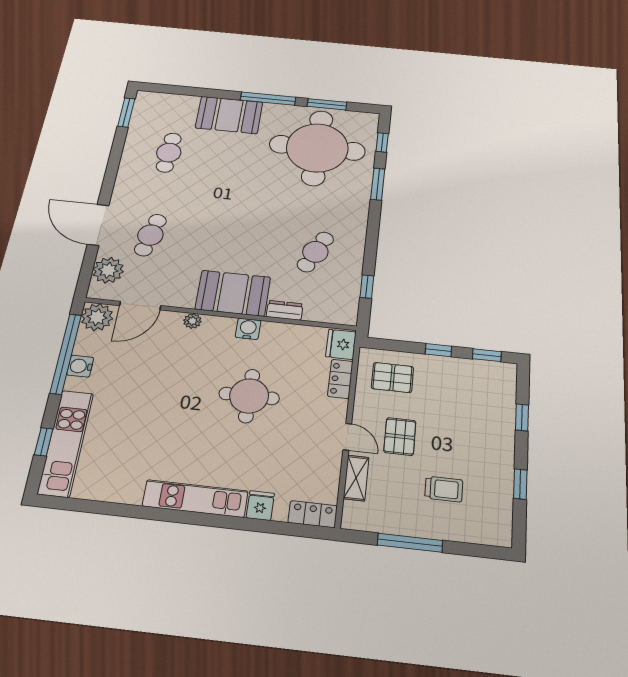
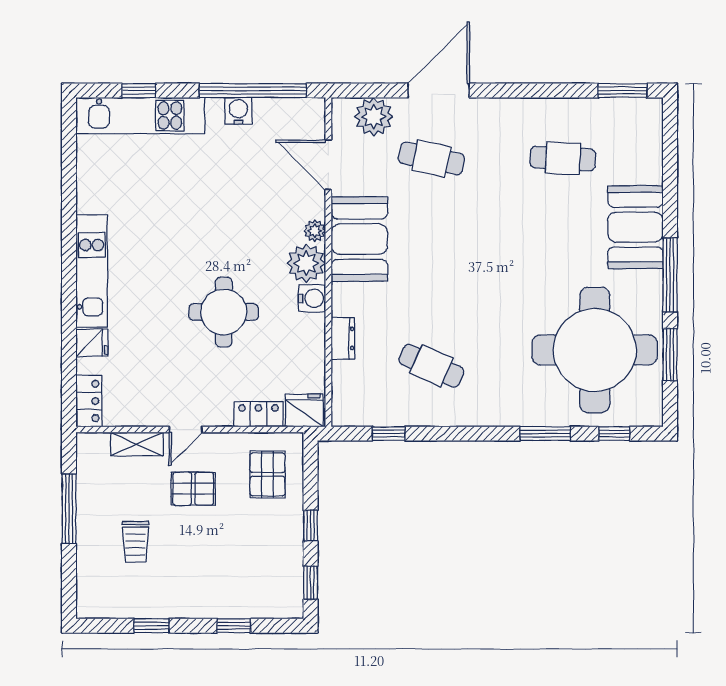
booth: (233, 293) -> (359, 239), moved
plant: (97, 317) -> (306, 263), moved

